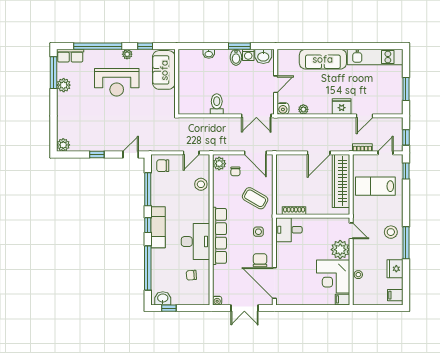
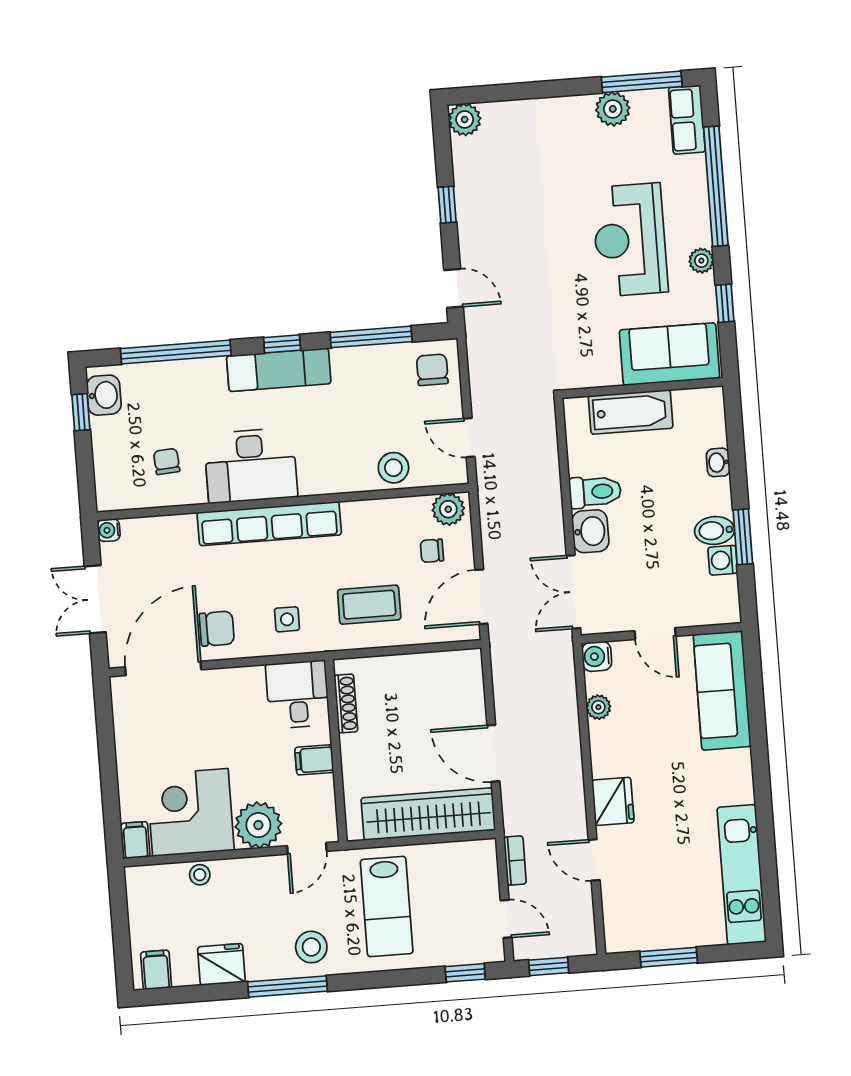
washbasin: (263, 56) -> (590, 531), moved, turned 180
sofa: (323, 59) -> (722, 690), moved
bathtub: (186, 87) -> (631, 412), added
lab bench: (375, 186) -> (387, 907), moved, turned 180
coffee table: (255, 198) -> (369, 605), turned 60
filing cabinet: (316, 225) -> (314, 760), added

